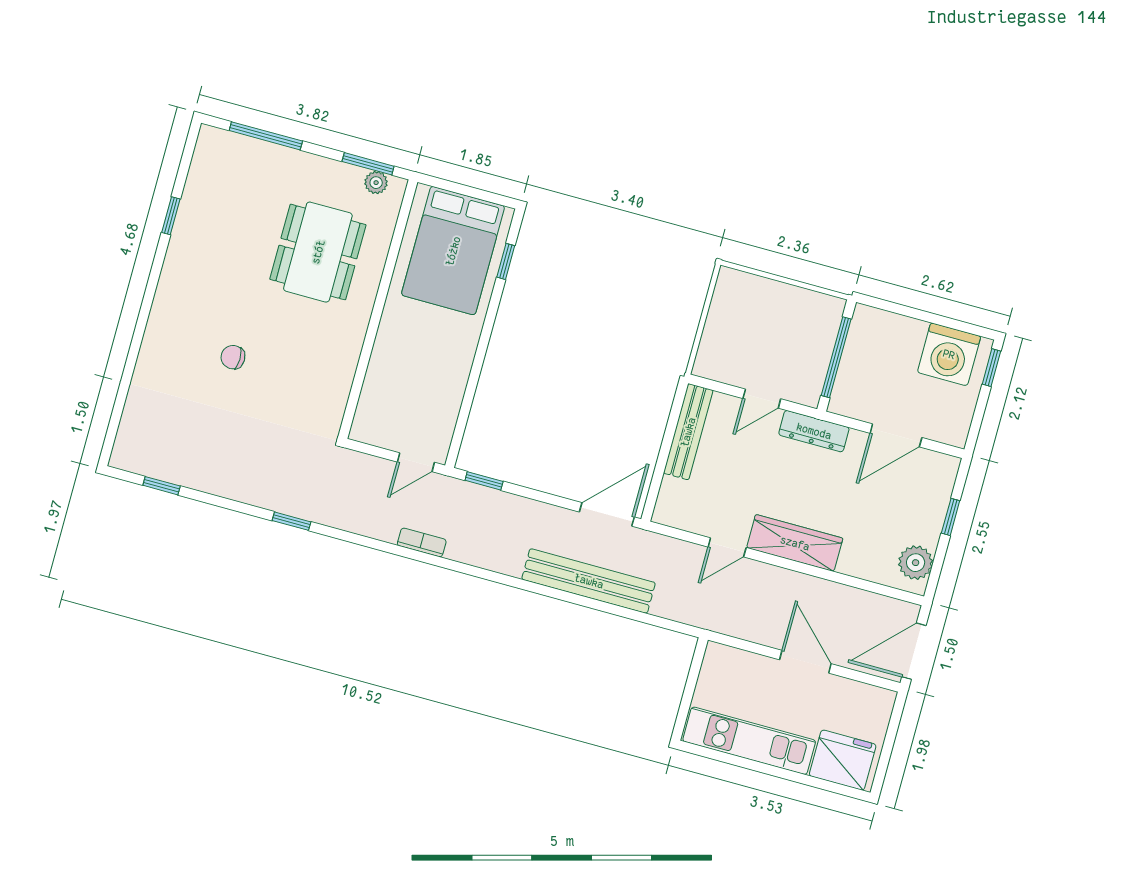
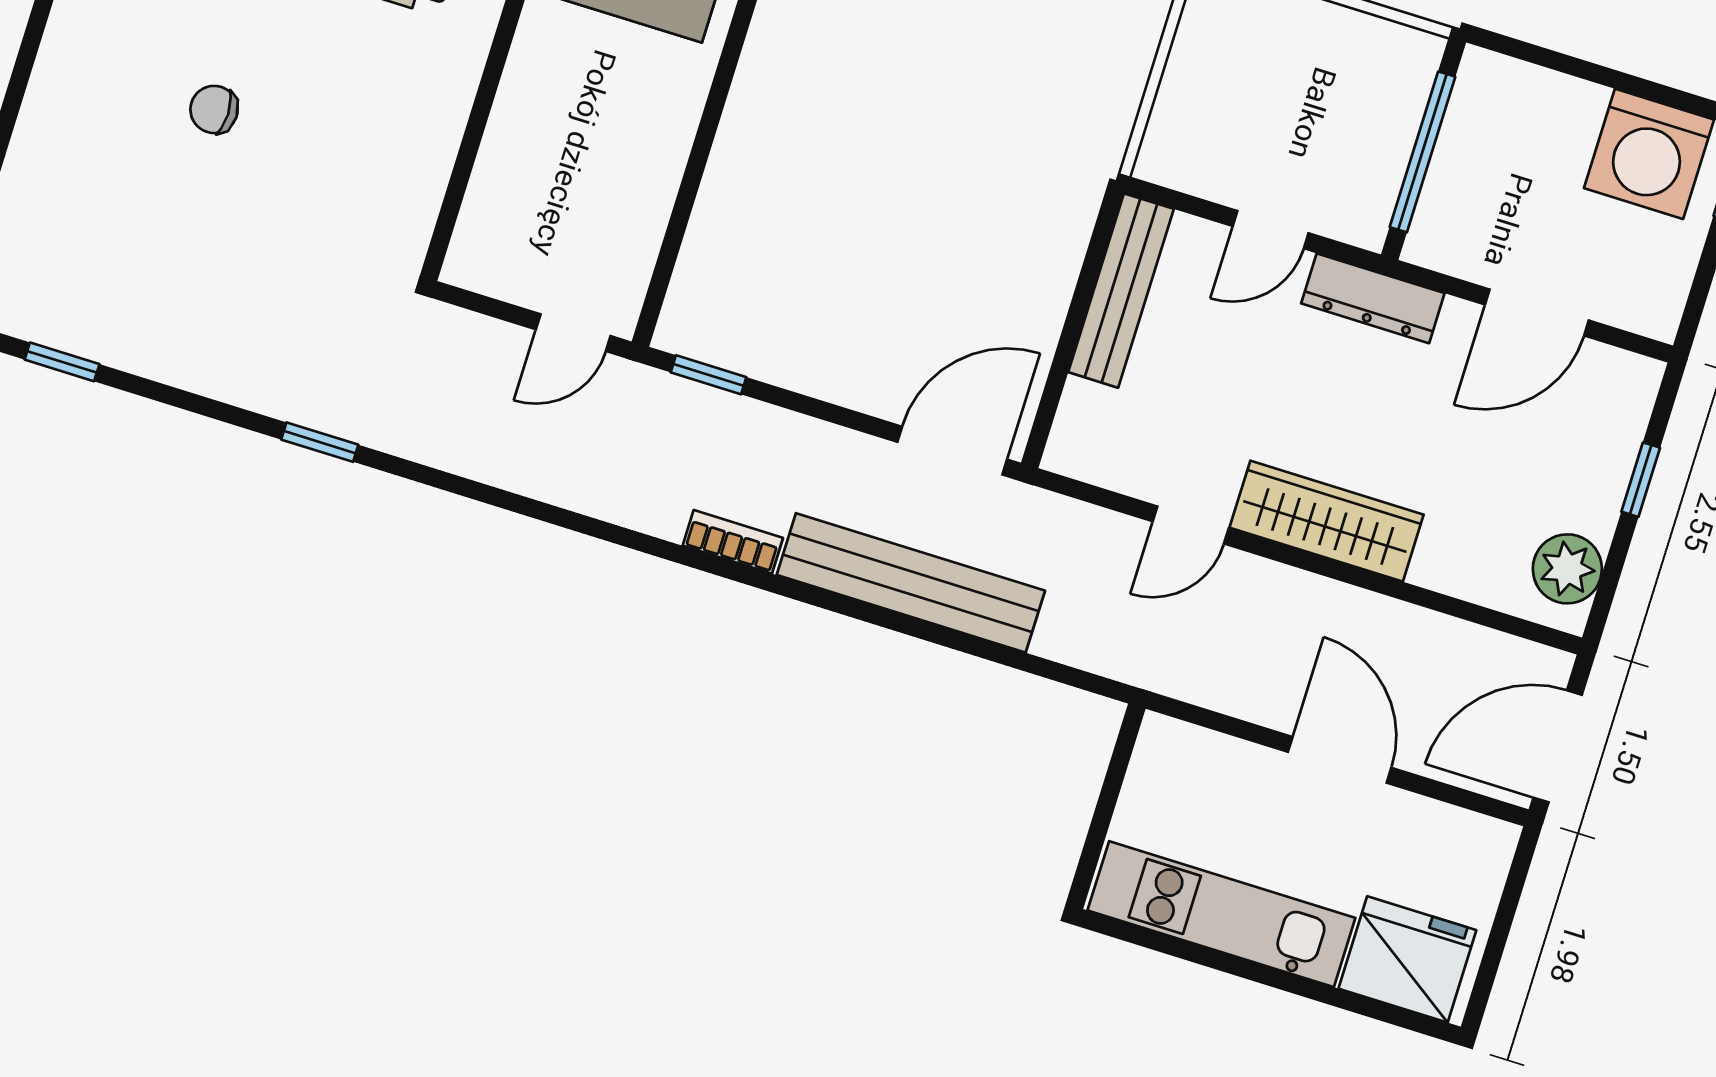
bookcase: (422, 542) -> (733, 542), moved

